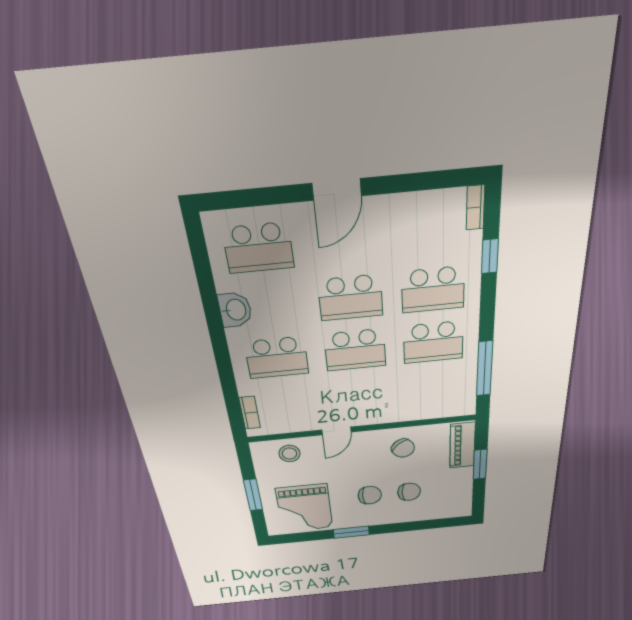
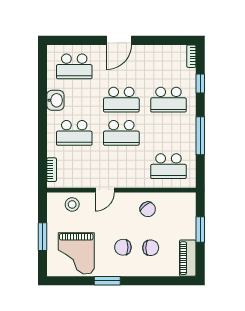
school desk: (433, 342) -> (168, 166), moved
window: (485, 369) -> (200, 136), moved
piano: (462, 445) -> (188, 258), moved
chair: (370, 495) -> (123, 247), turned 180

